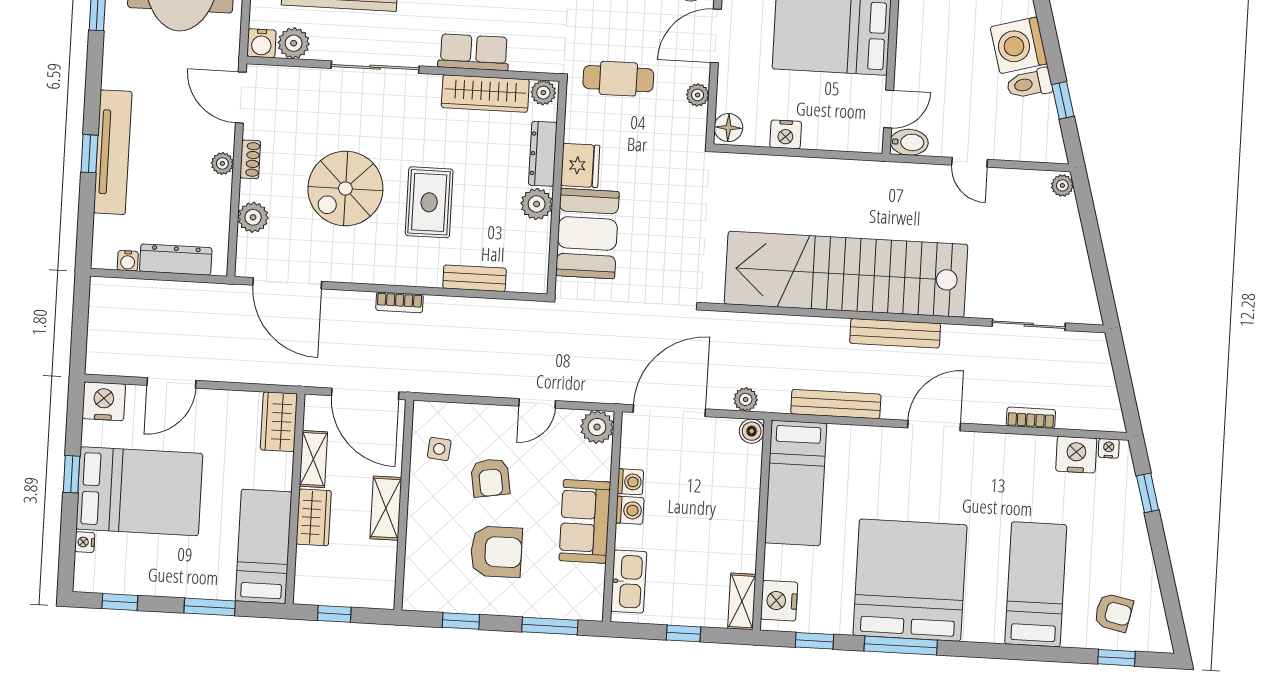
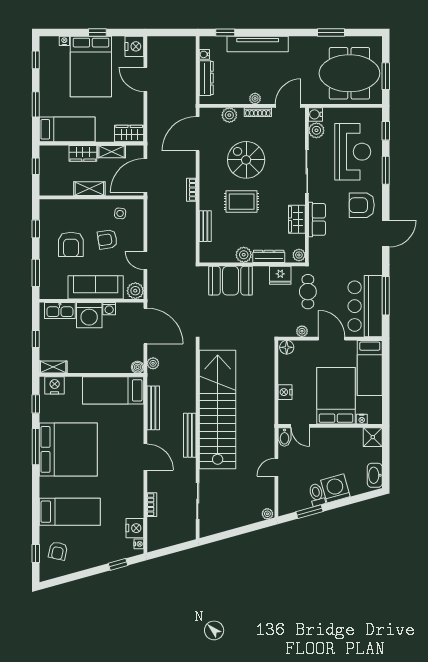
wardrobe: (485, 94) -> (297, 219), width x0.67
window: (1063, 100) -> (309, 512), width x1.50
nightstand: (786, 134) -> (285, 392), moved
window: (89, 154) -> (225, 33), moved
shoe rack: (250, 159) -> (258, 112), width x1.43
fridge: (580, 165) -> (280, 275), moved
washing machine: (630, 510) -> (89, 315), width x1.89, depth x1.89
sofa: (585, 521) -> (96, 287), width x1.36

